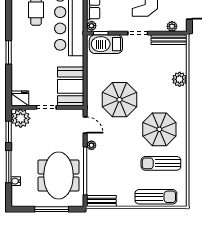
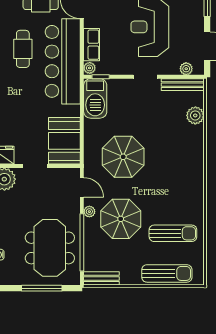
barbecue: (106, 44) -> (95, 98), moved, turned -90
plant: (180, 79) -> (195, 115), moved
parasol: (159, 129) -> (121, 219), moved
sun lounger: (161, 163) -> (173, 233), turned 180

